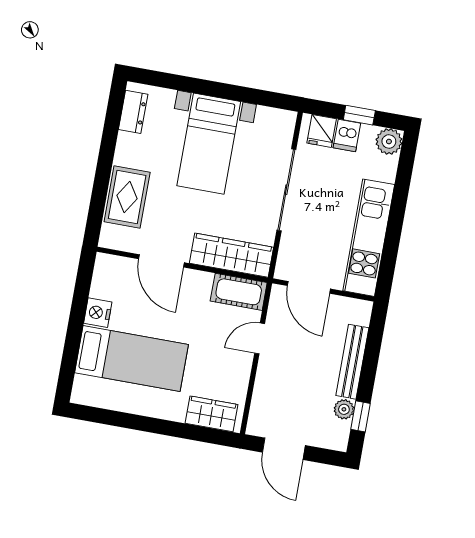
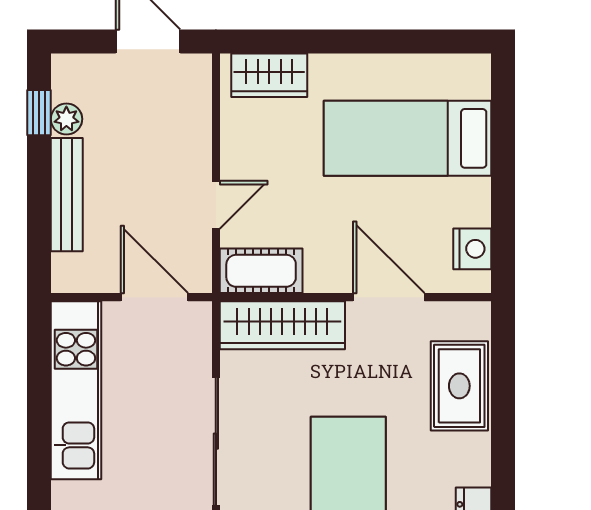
nightstand: (98, 313) -> (472, 249), moved

